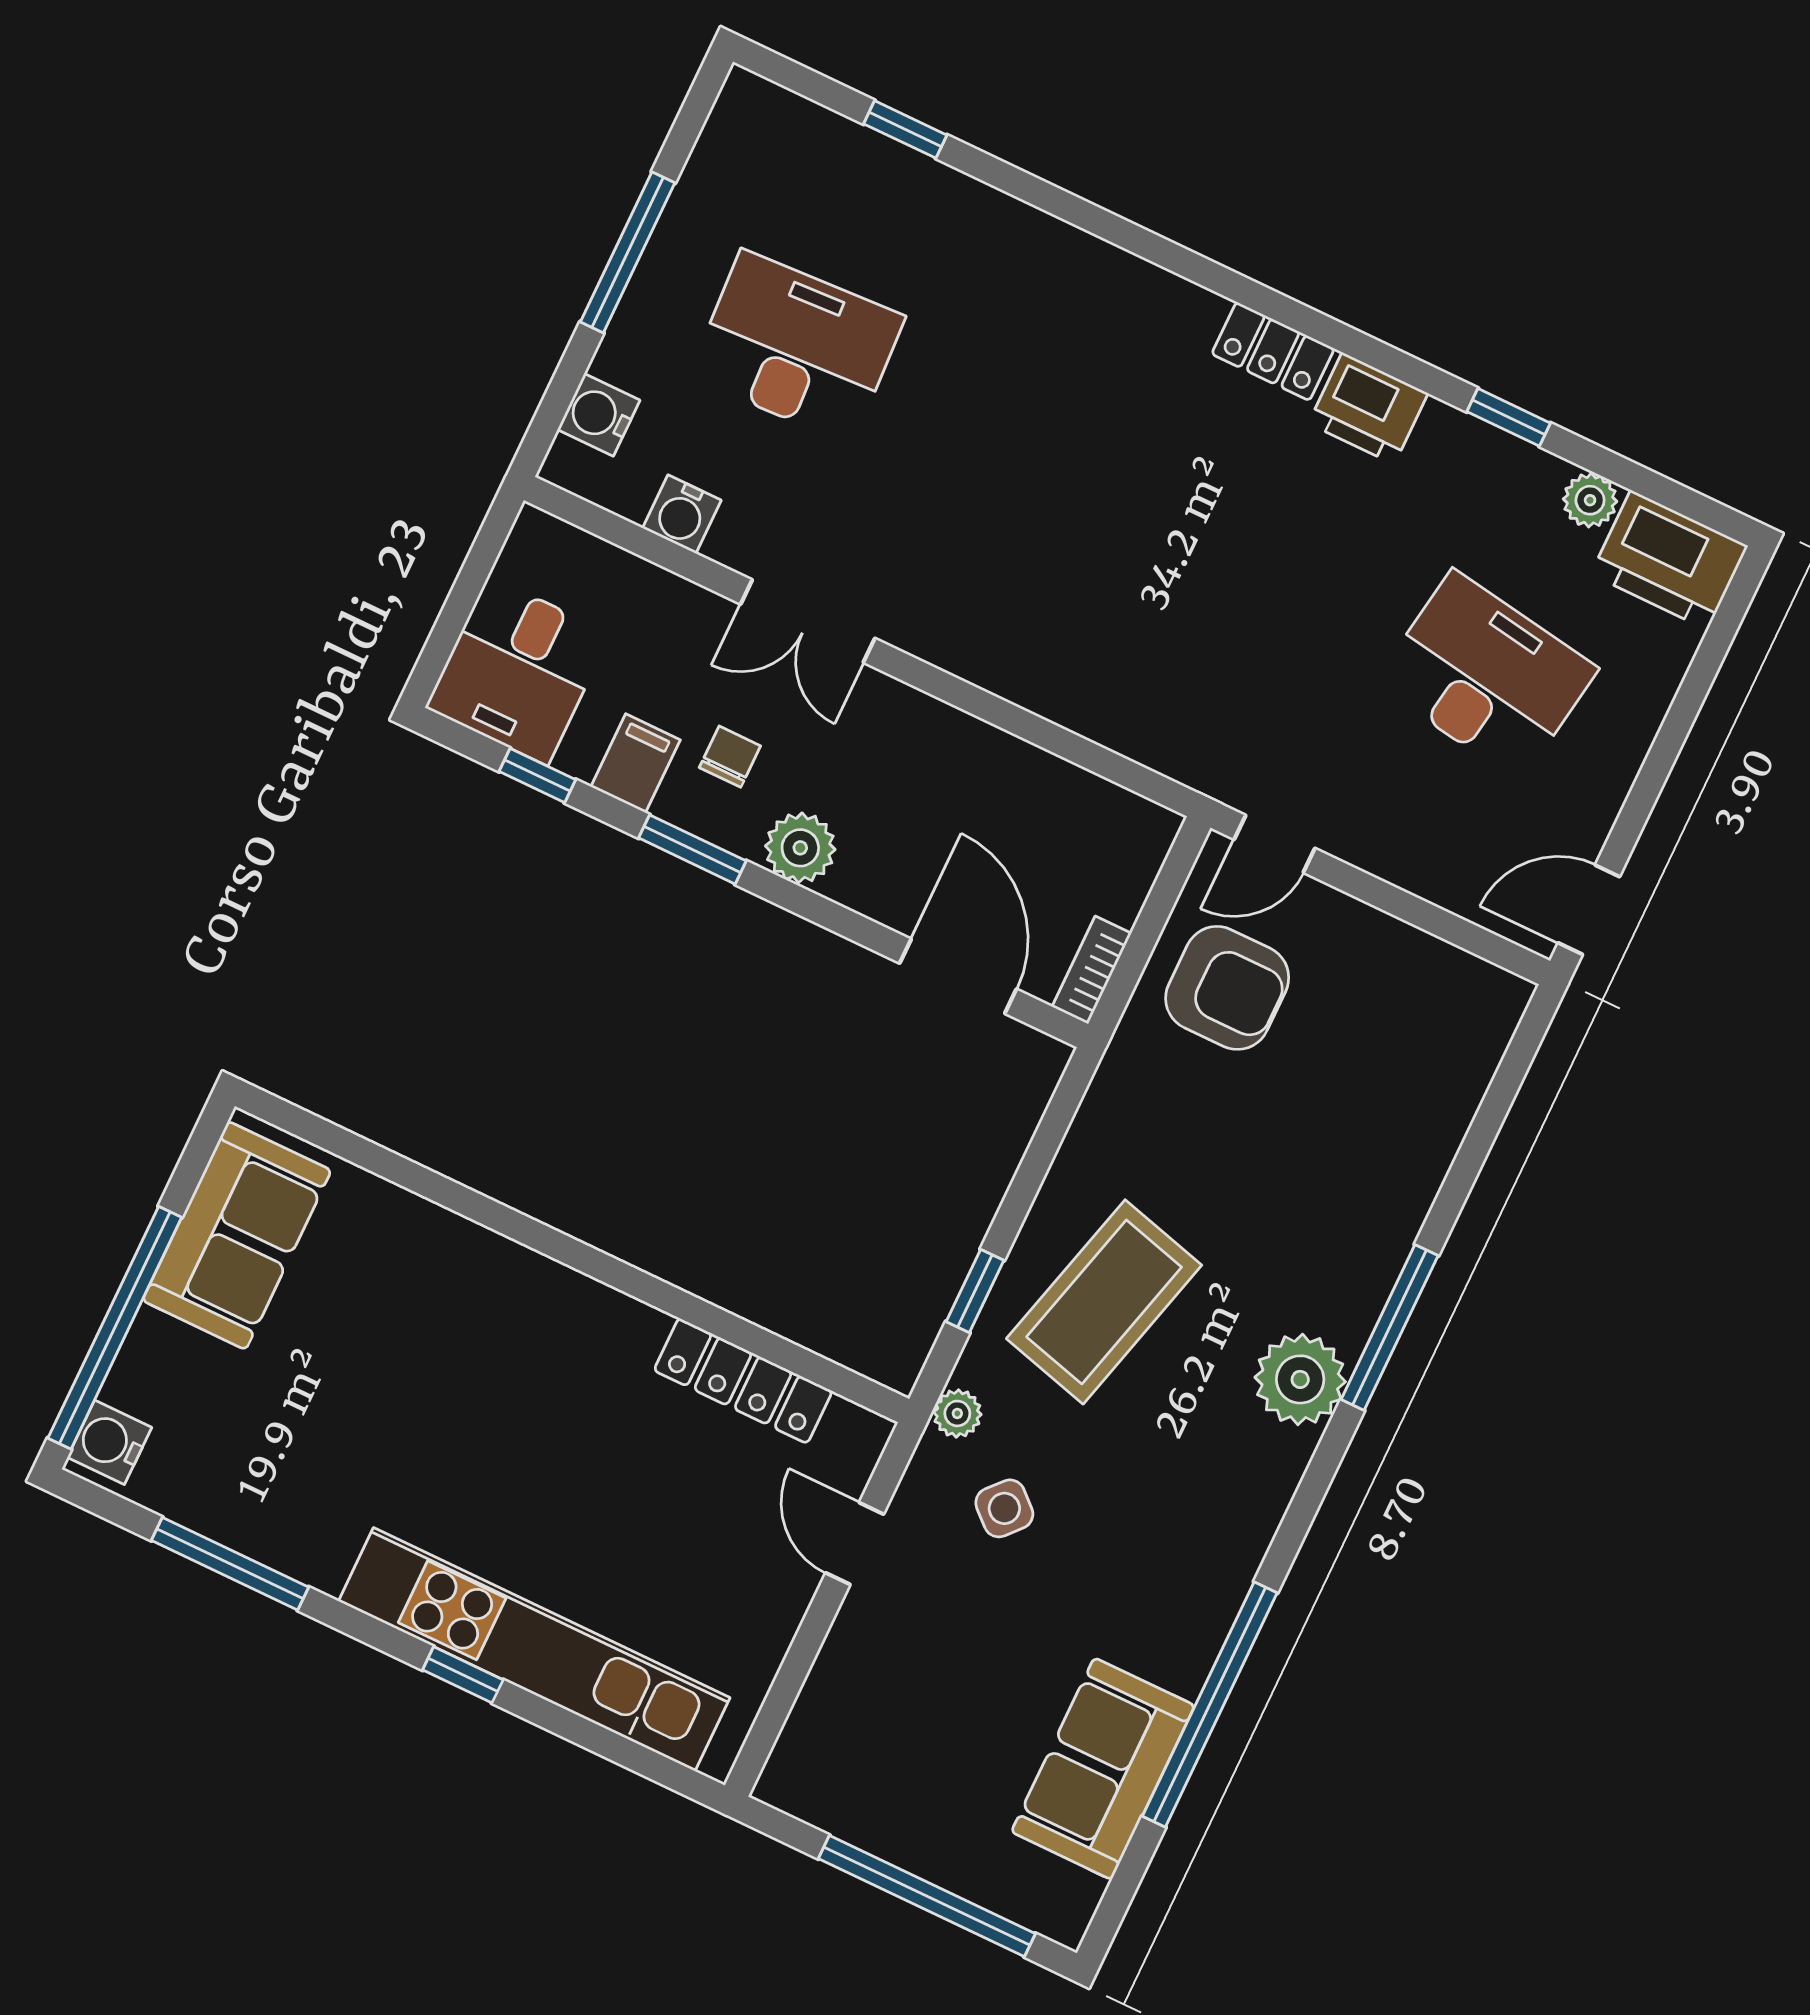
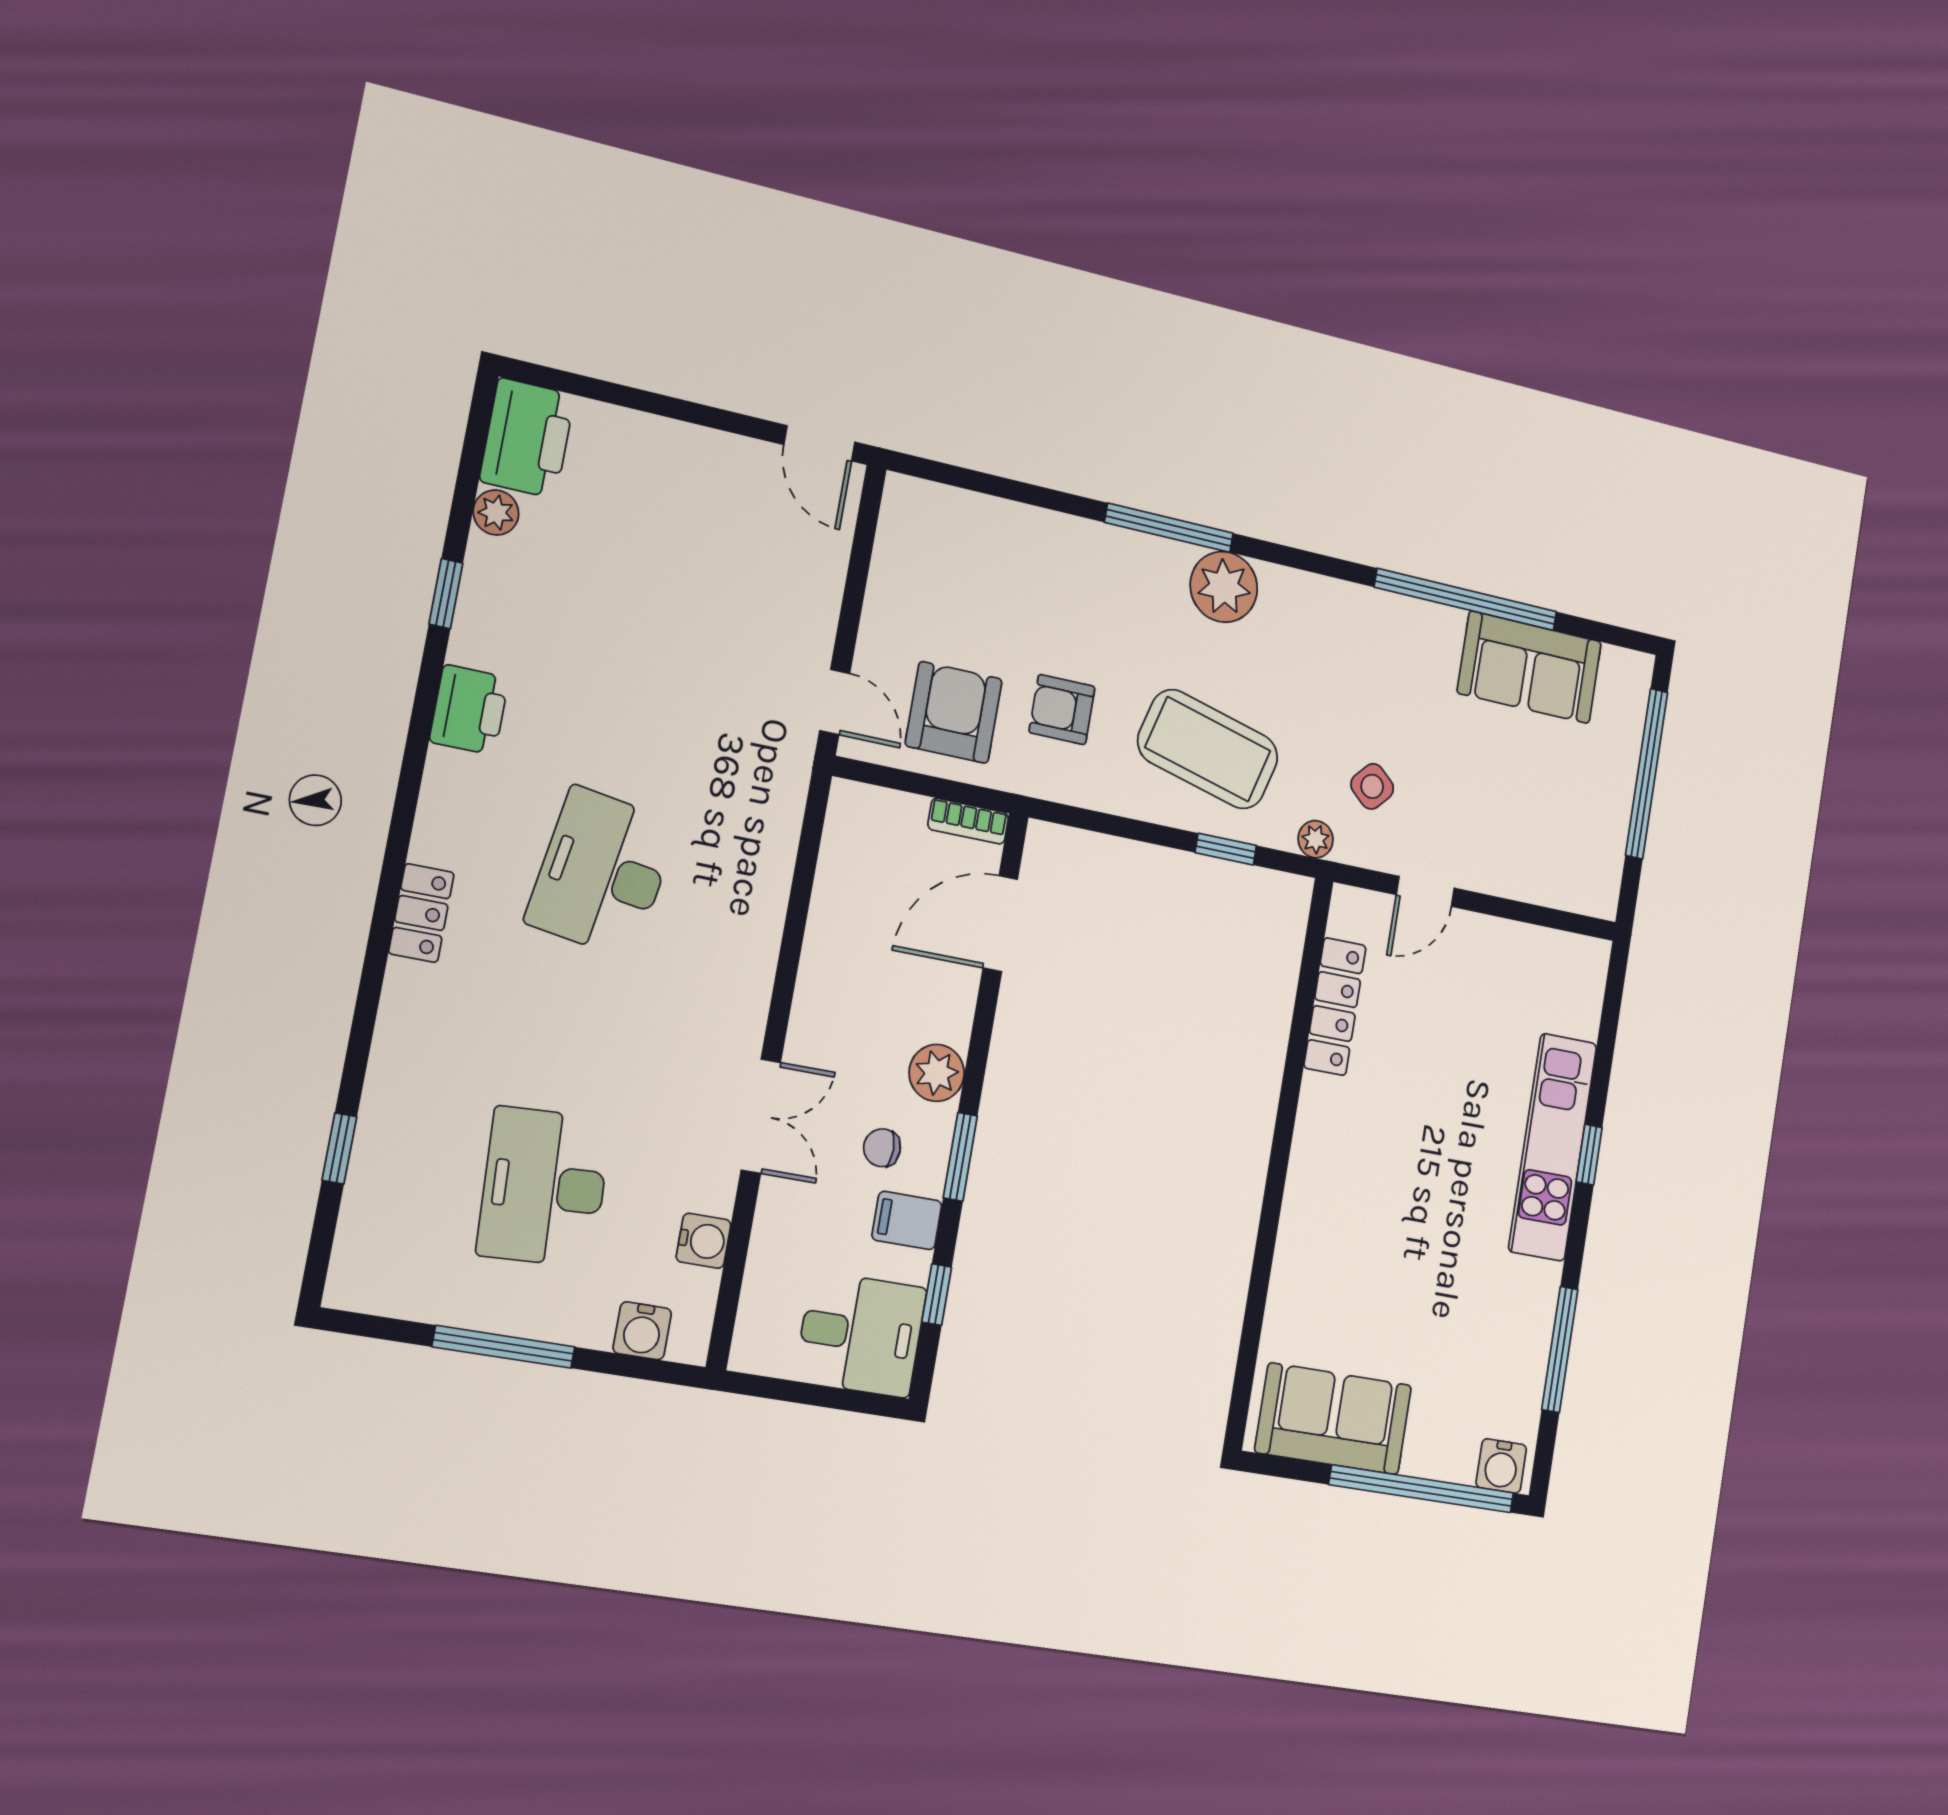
locker: (1273, 351) -> (421, 913), moved
desk: (1486, 676) -> (602, 873), moved
armchair: (1198, 1126) -> (1062, 710), added
kitchen unit: (534, 1649) -> (1553, 1147), width x0.73

